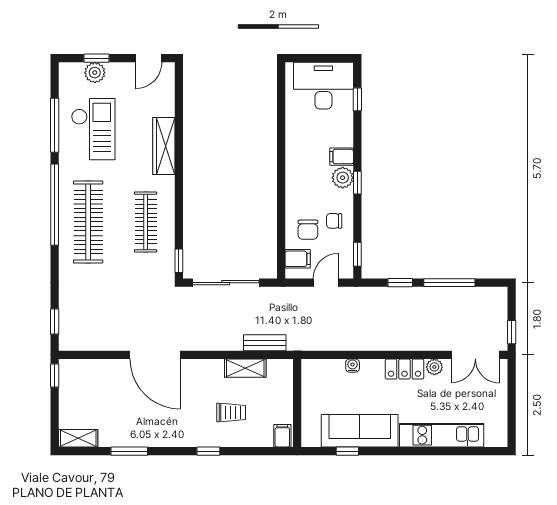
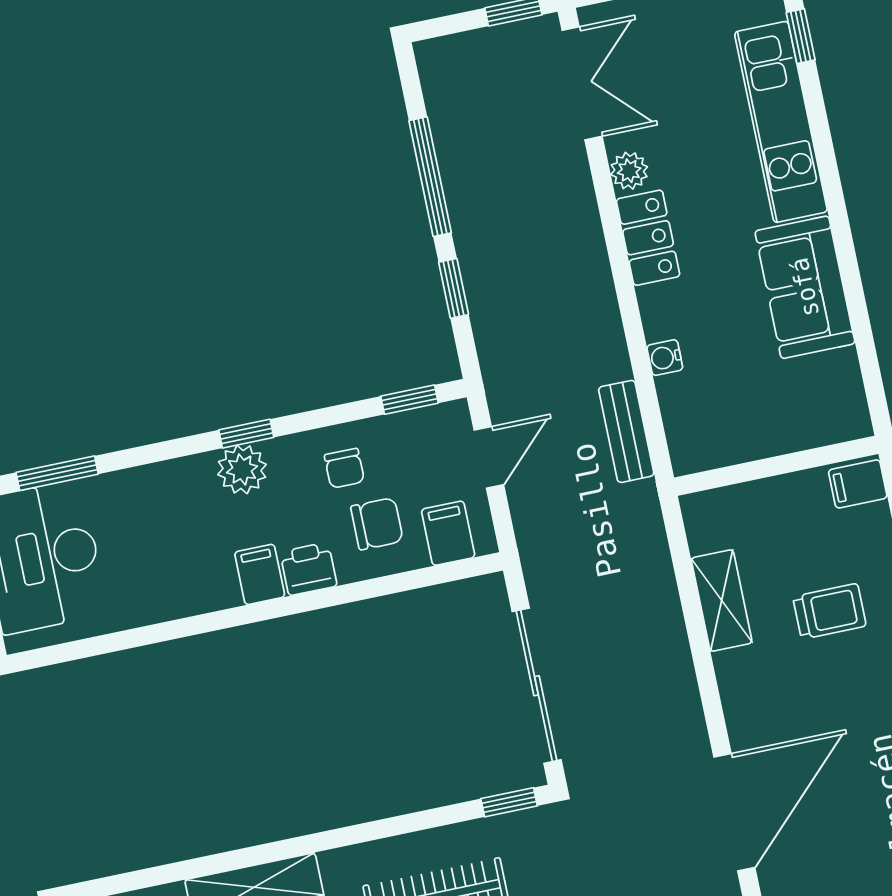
window: (357, 99) -> (57, 473), width x1.50
filing cabinet: (342, 157) -> (260, 574), moved, turned 180
printer: (295, 197) -> (309, 569), added
door: (326, 283) -> (489, 457), swing flipped
bench: (265, 343) -> (626, 431), moved
trolley: (231, 413) -> (829, 611), turned 90
sofa: (360, 431) -> (805, 287), width x0.73
window: (347, 451) -> (801, 36), moved

